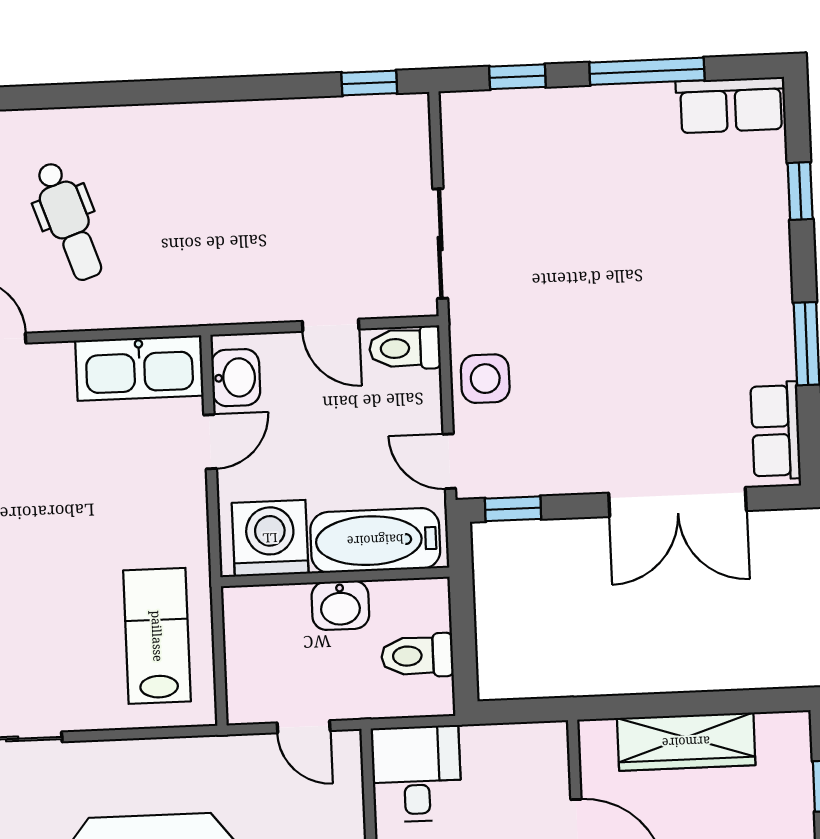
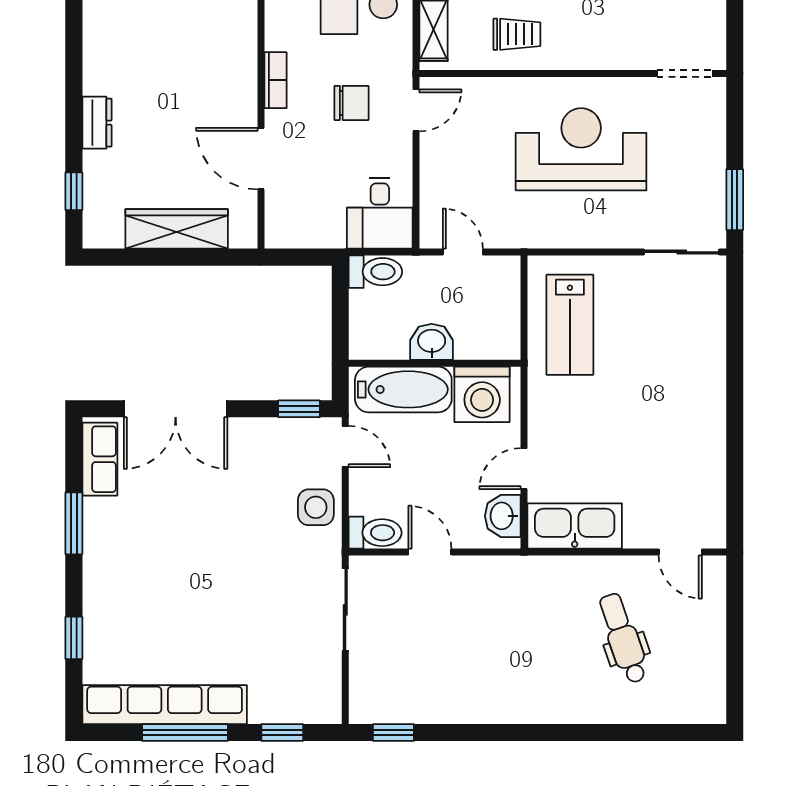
row of seats: (731, 105) -> (165, 705), width x2.02
double door: (678, 502) -> (176, 409), swing flipped
toilet: (417, 656) -> (375, 272), moved

